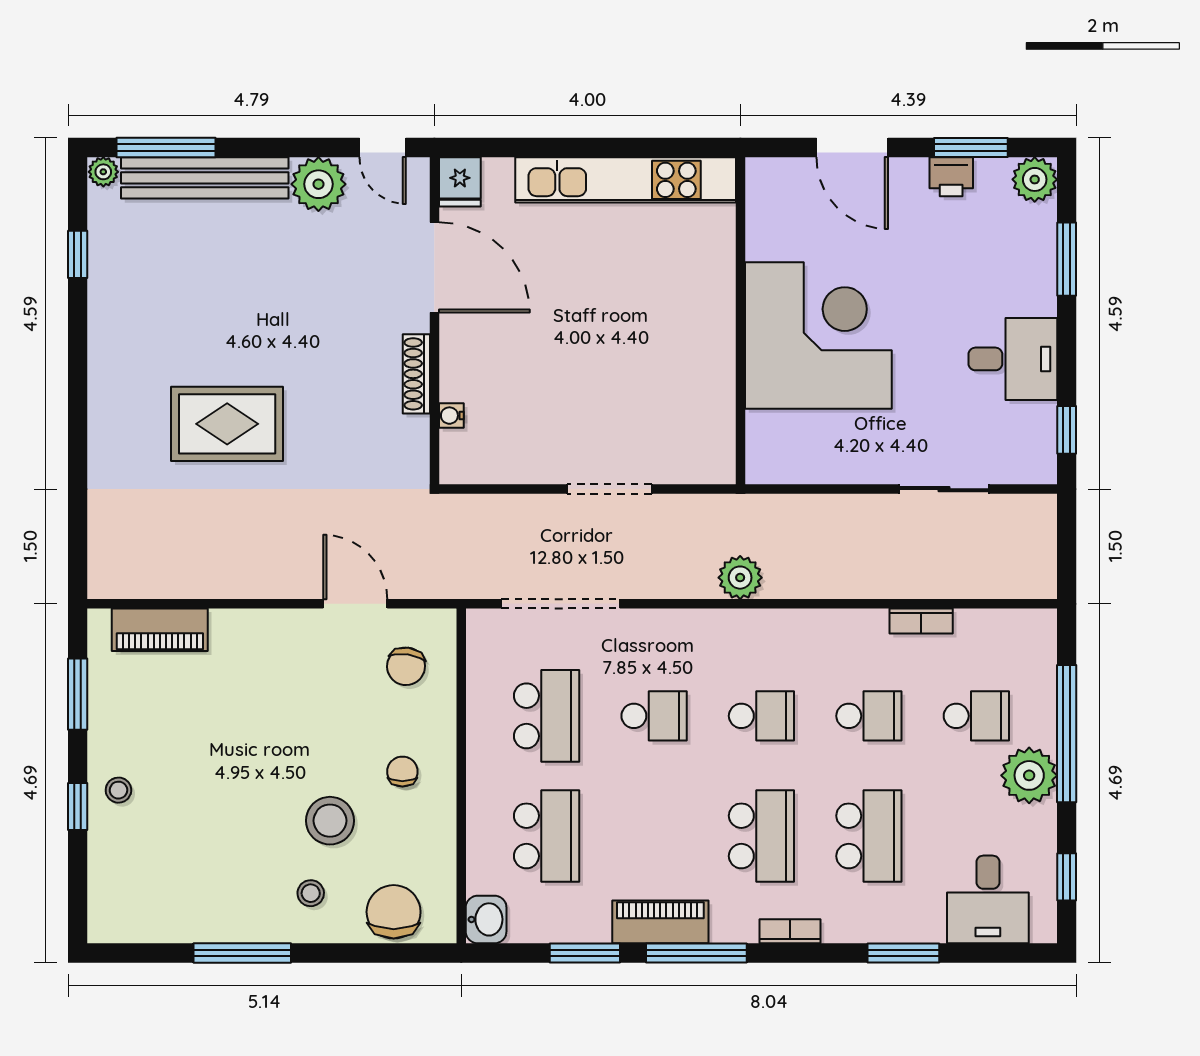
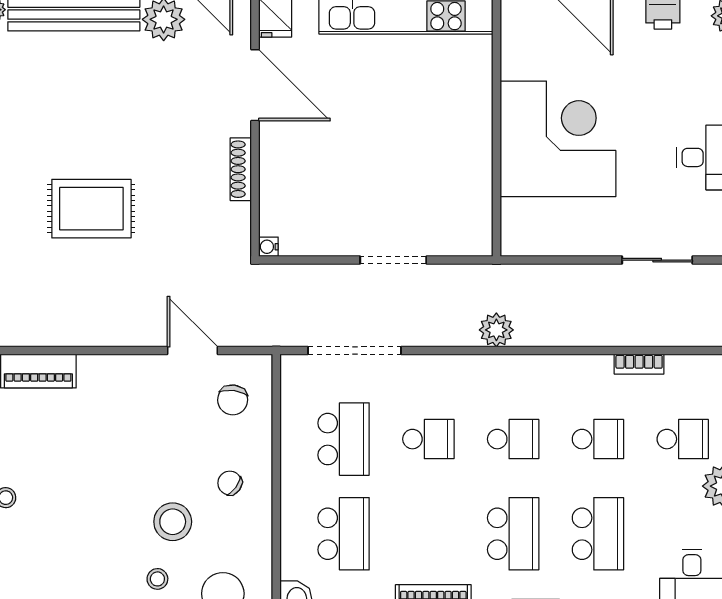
water cooler: (451, 416) -> (268, 247), moved
chair: (402, 772) -> (230, 483), turned -54

